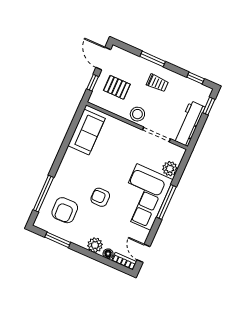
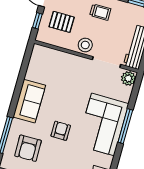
sofa: (86, 132) -> (29, 101), moved
plant: (170, 169) -> (128, 78), moved
armchair: (100, 197) -> (61, 131), turned 90

